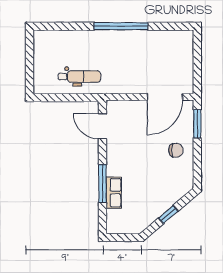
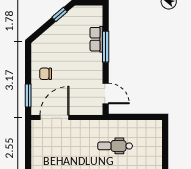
dental chair: (79, 77) -> (115, 146), moved
window: (168, 215) -> (60, 14), moved

